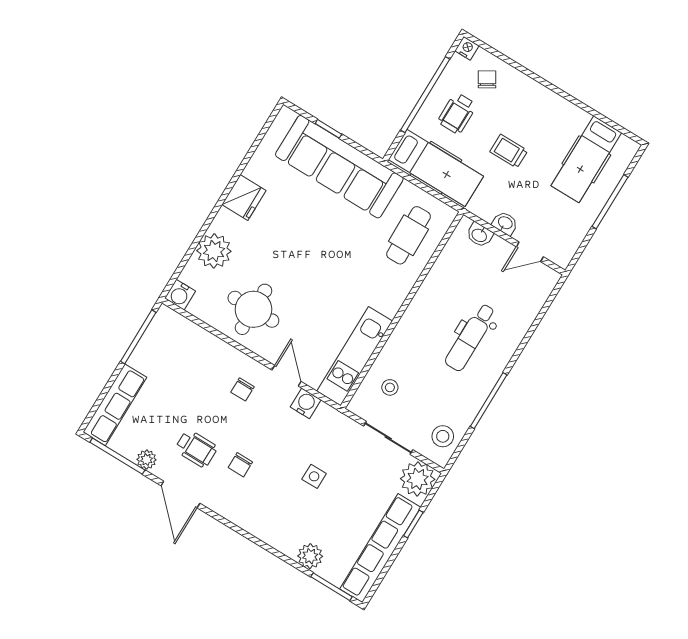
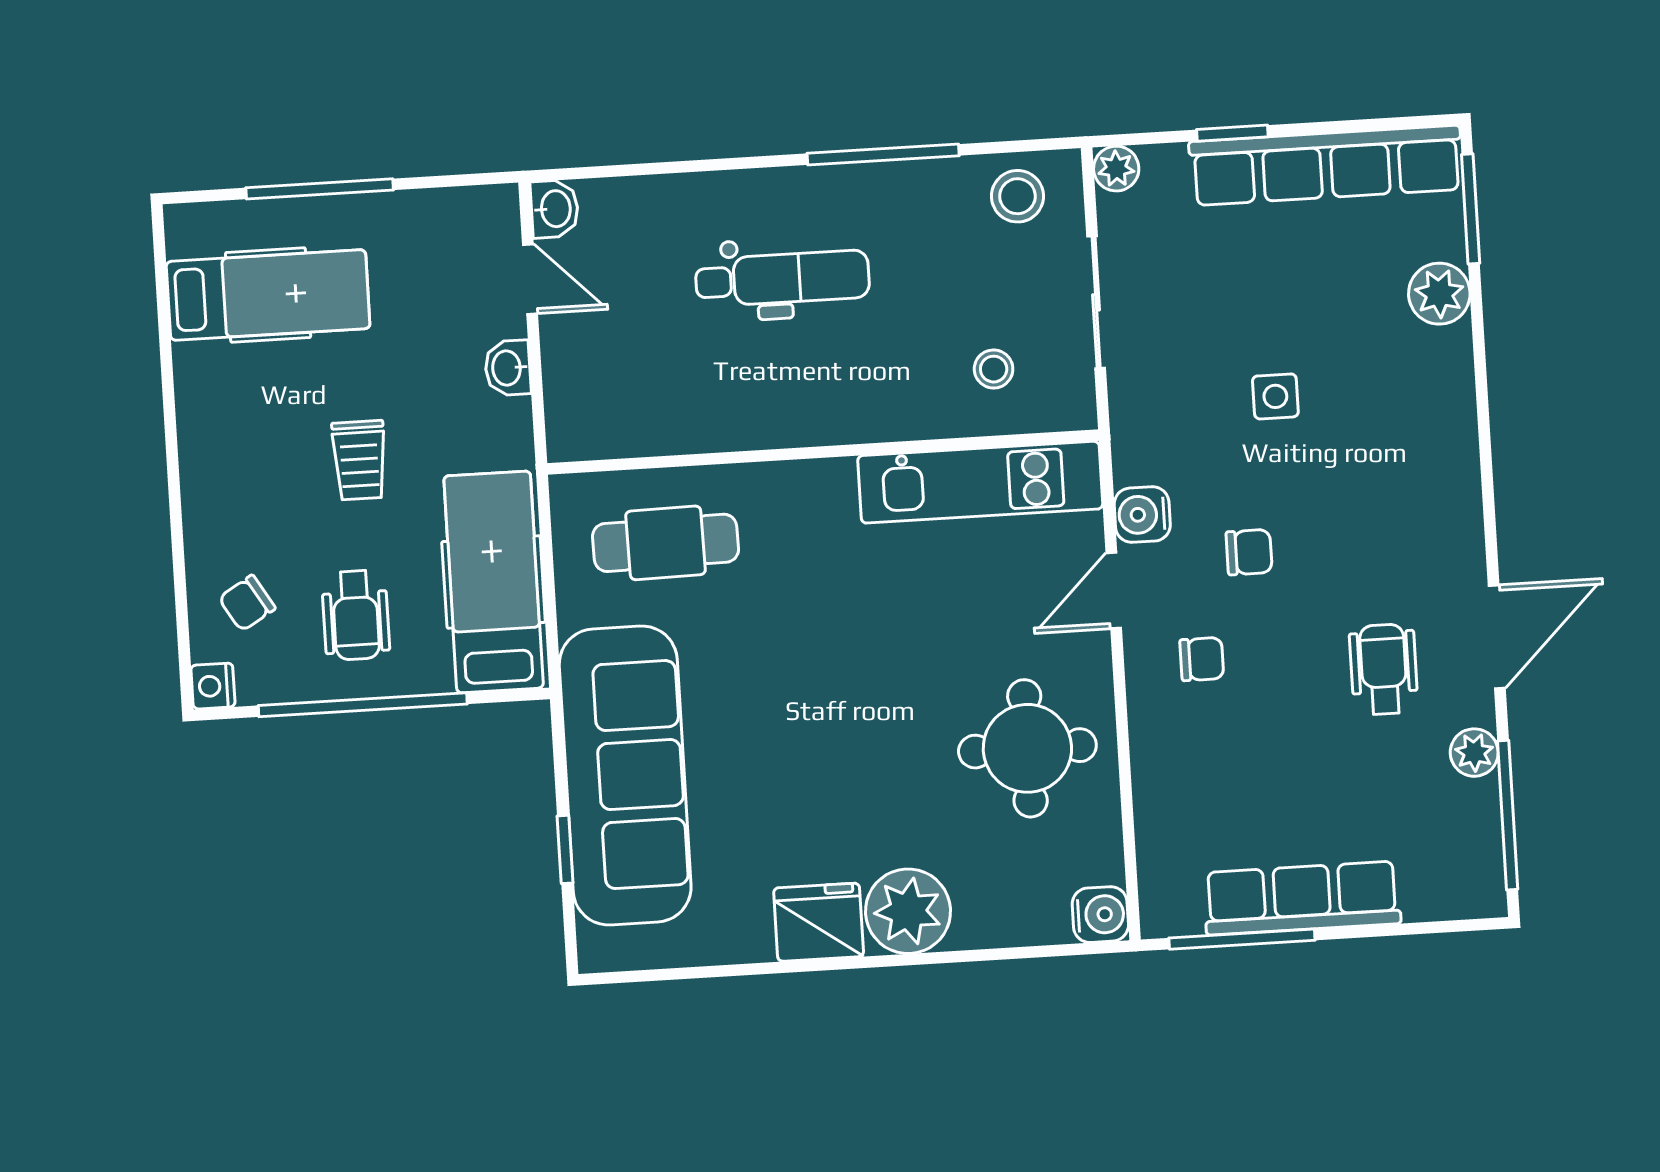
wheelchair: (457, 113) -> (356, 615), turned 90
washbasin: (479, 235) -> (555, 209), moved
plant: (214, 251) -> (908, 911), moved
row of seats: (115, 405) -> (1302, 898), moved
chair: (240, 465) -> (1249, 552), moved
plant: (418, 479) -> (1116, 169), width x0.53, depth x0.53

